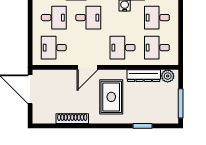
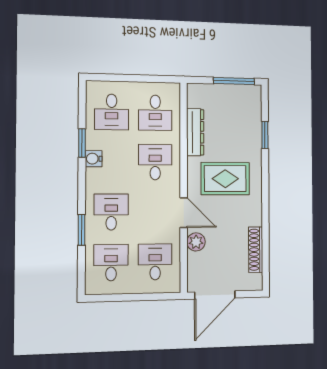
desk: (54, 48) -> (155, 262), turned 180
desk: (123, 48) -> (155, 162), turned 180
plant: (168, 76) -> (196, 242), moved
shoe rack: (72, 119) -> (256, 250), moved

